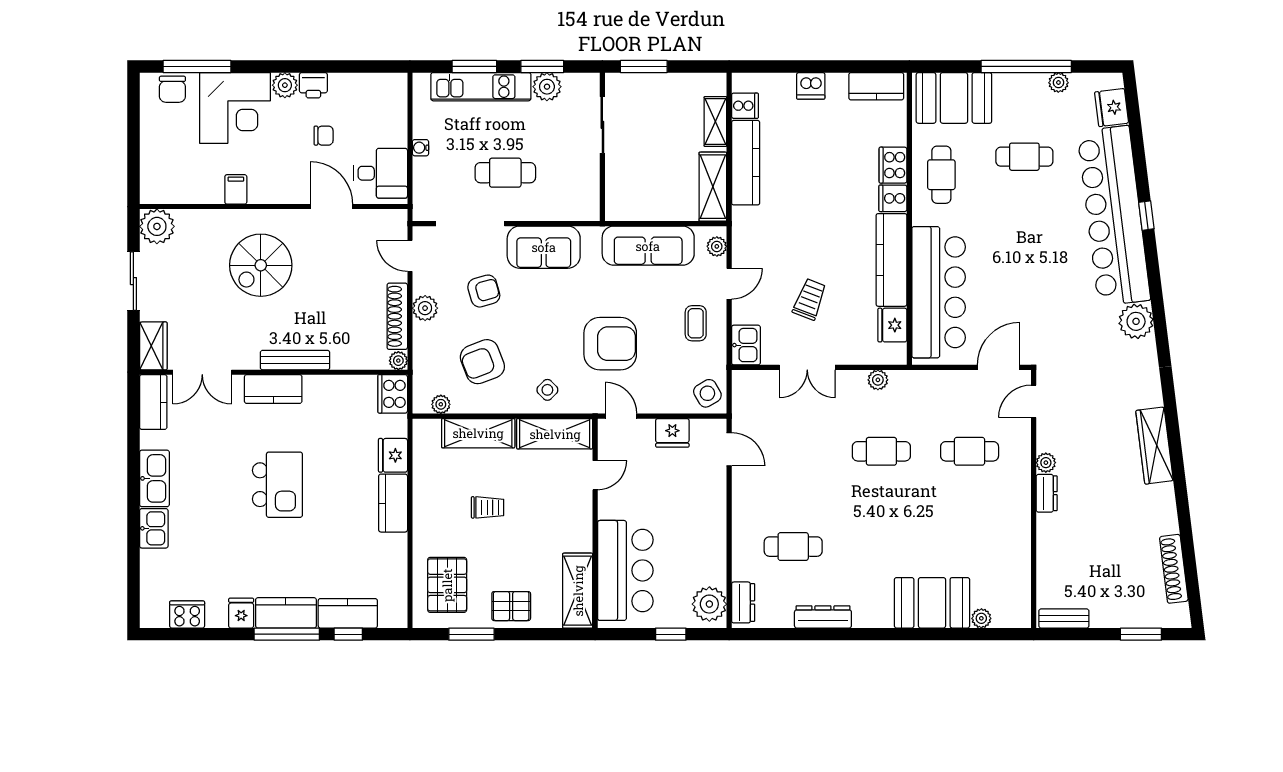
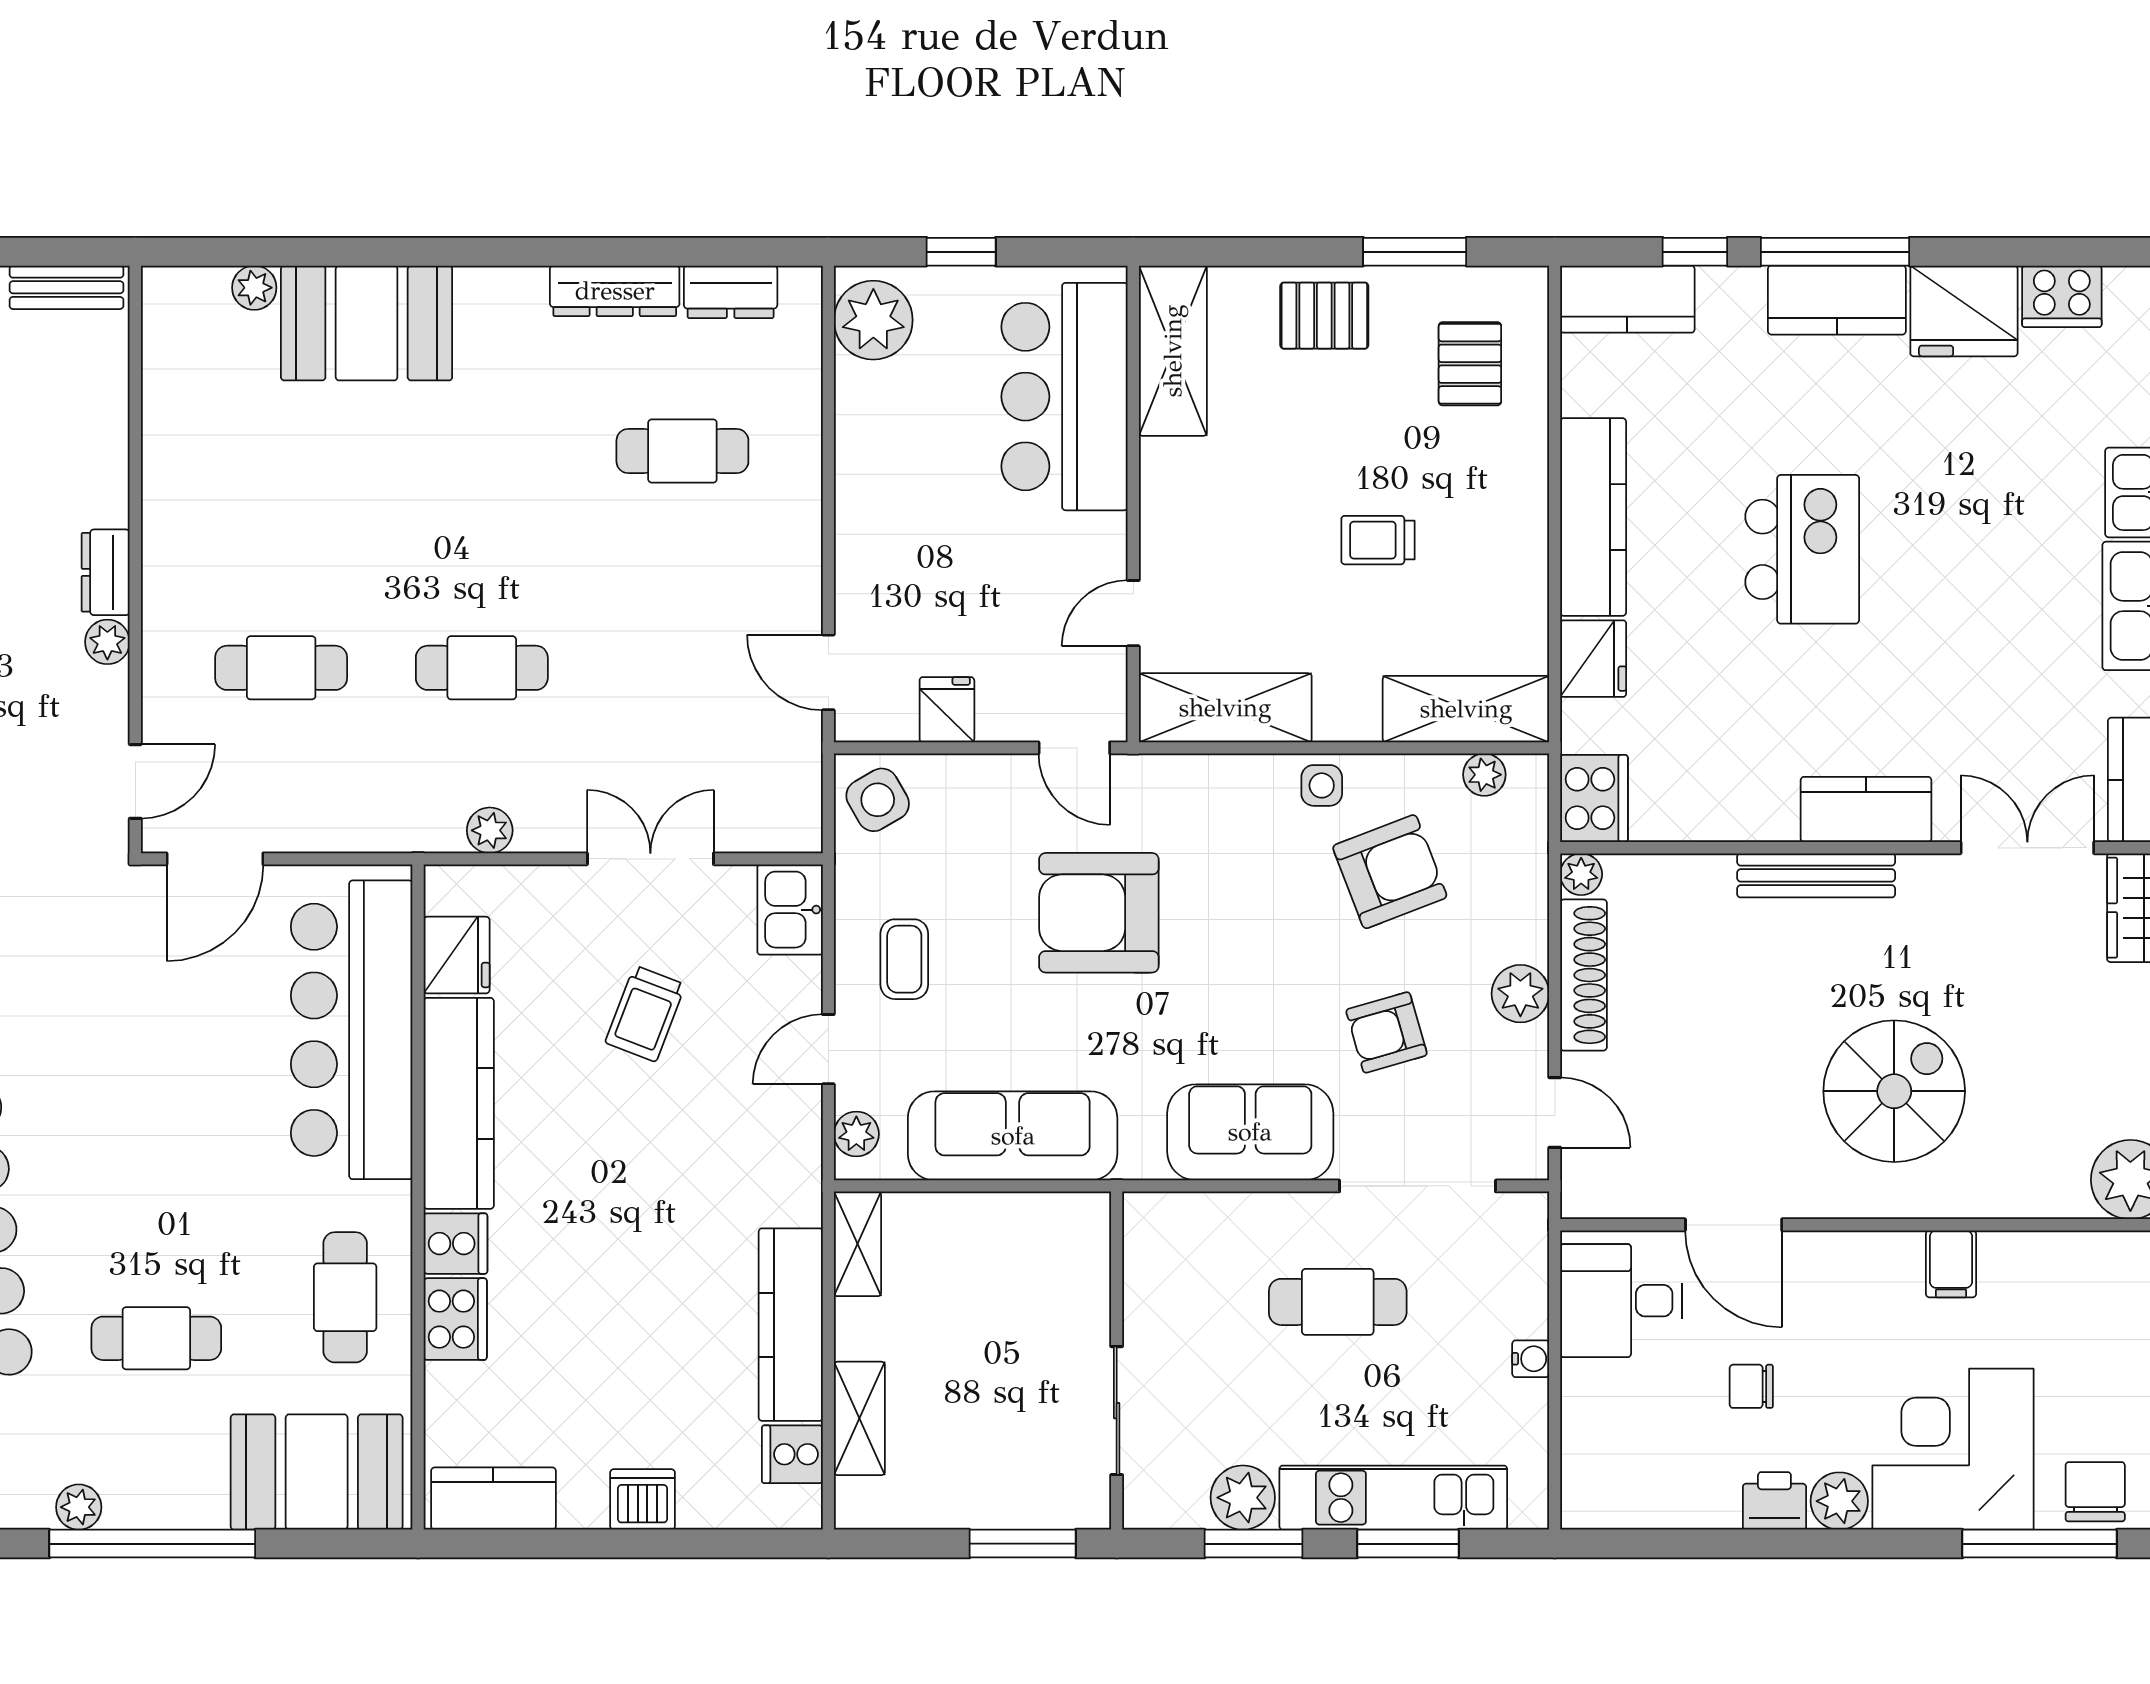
shelving: (713, 187) -> (857, 1244), width x0.67, depth x0.75
side table: (547, 390) -> (1322, 785), moved, turned 45
shelving: (478, 433) -> (1466, 709), moved
fridge: (672, 433) -> (947, 710), width x0.72
kitchen island: (277, 485) -> (1802, 549), moved, turned 180
kitchen counter: (393, 503) -> (1593, 517), width x1.50
pallet: (447, 585) -> (1470, 364), width x0.67, depth x0.71
dresser: (743, 602) -> (731, 292), moved, turned -90
fridge: (241, 613) -> (1964, 311), width x1.88, depth x1.34
kitchen counter: (348, 613) -> (1627, 299), moved

